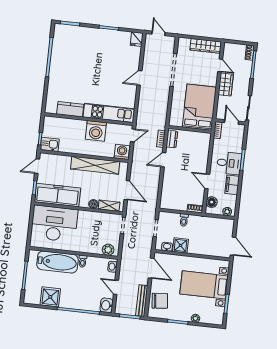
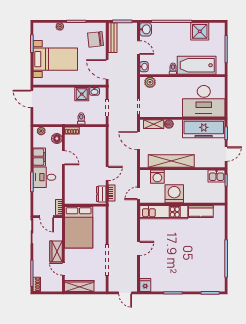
washing machine: (122, 152) -> (157, 177), moved

